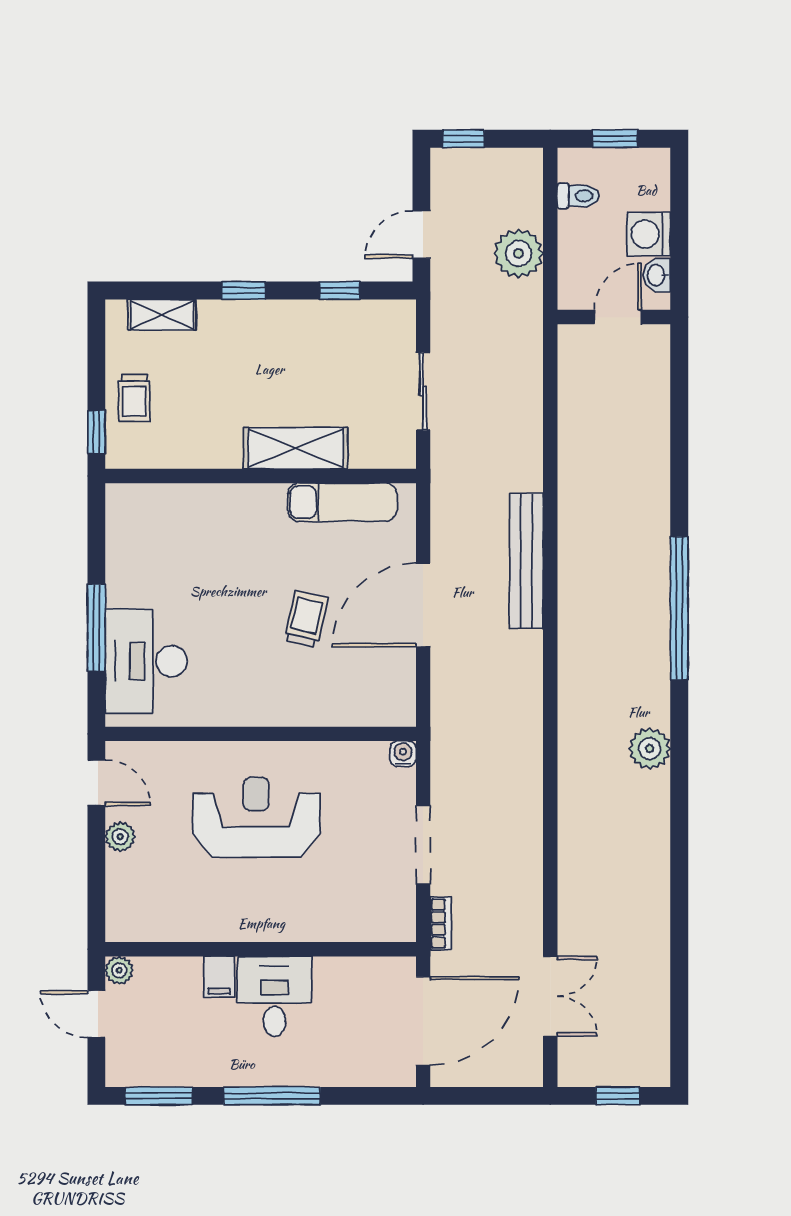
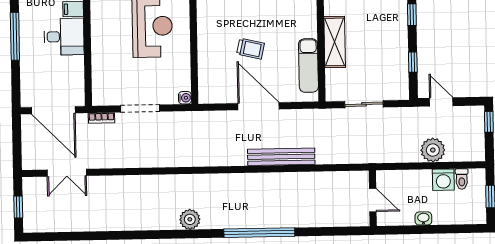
washing machine: (649, 234) -> (443, 180), moved, turned 180
wall: (614, 317) -> (373, 198), moved
door: (618, 317) -> (373, 200), moved

